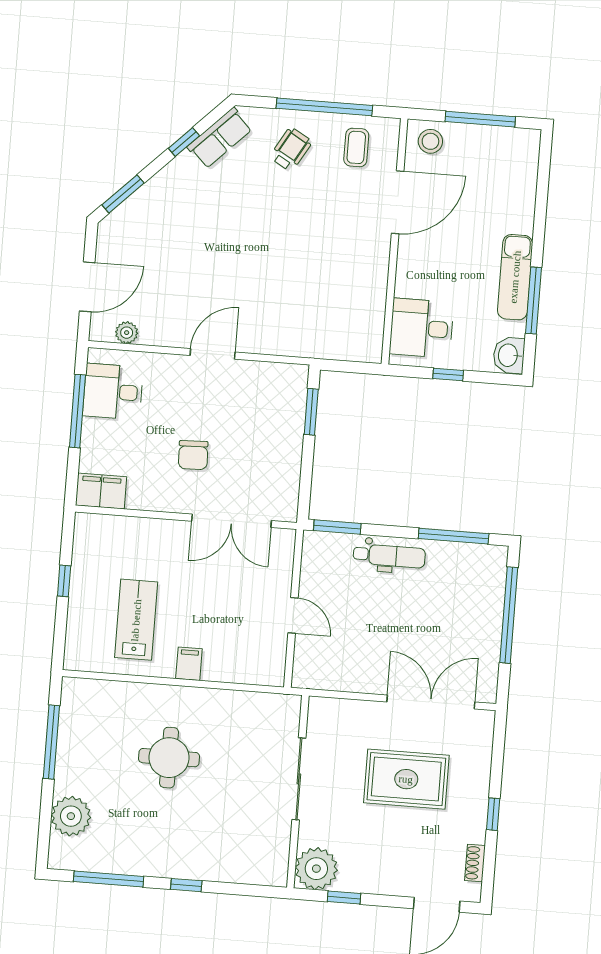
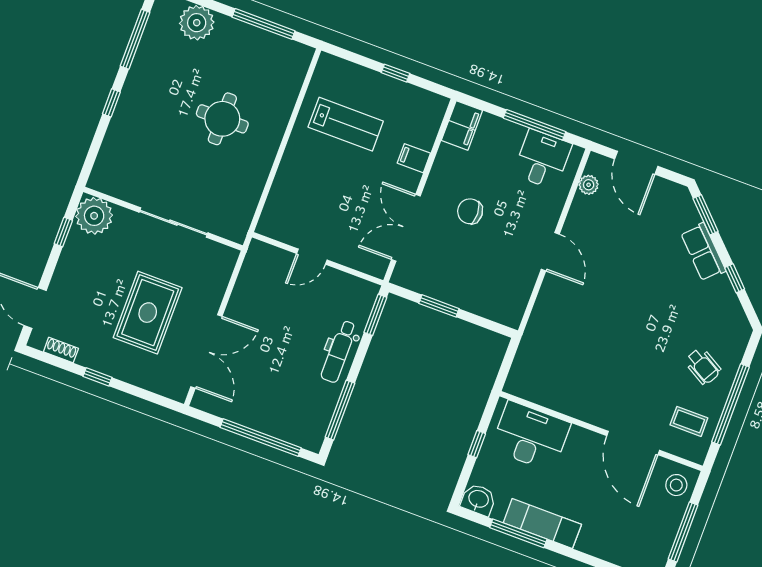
row of seats: (220, 138) -> (703, 252), moved
desk: (422, 328) -> (531, 436), width x1.37
window: (311, 412) -> (439, 306), moved
filing cabinet: (189, 664) -> (414, 158), moved, turned 180

